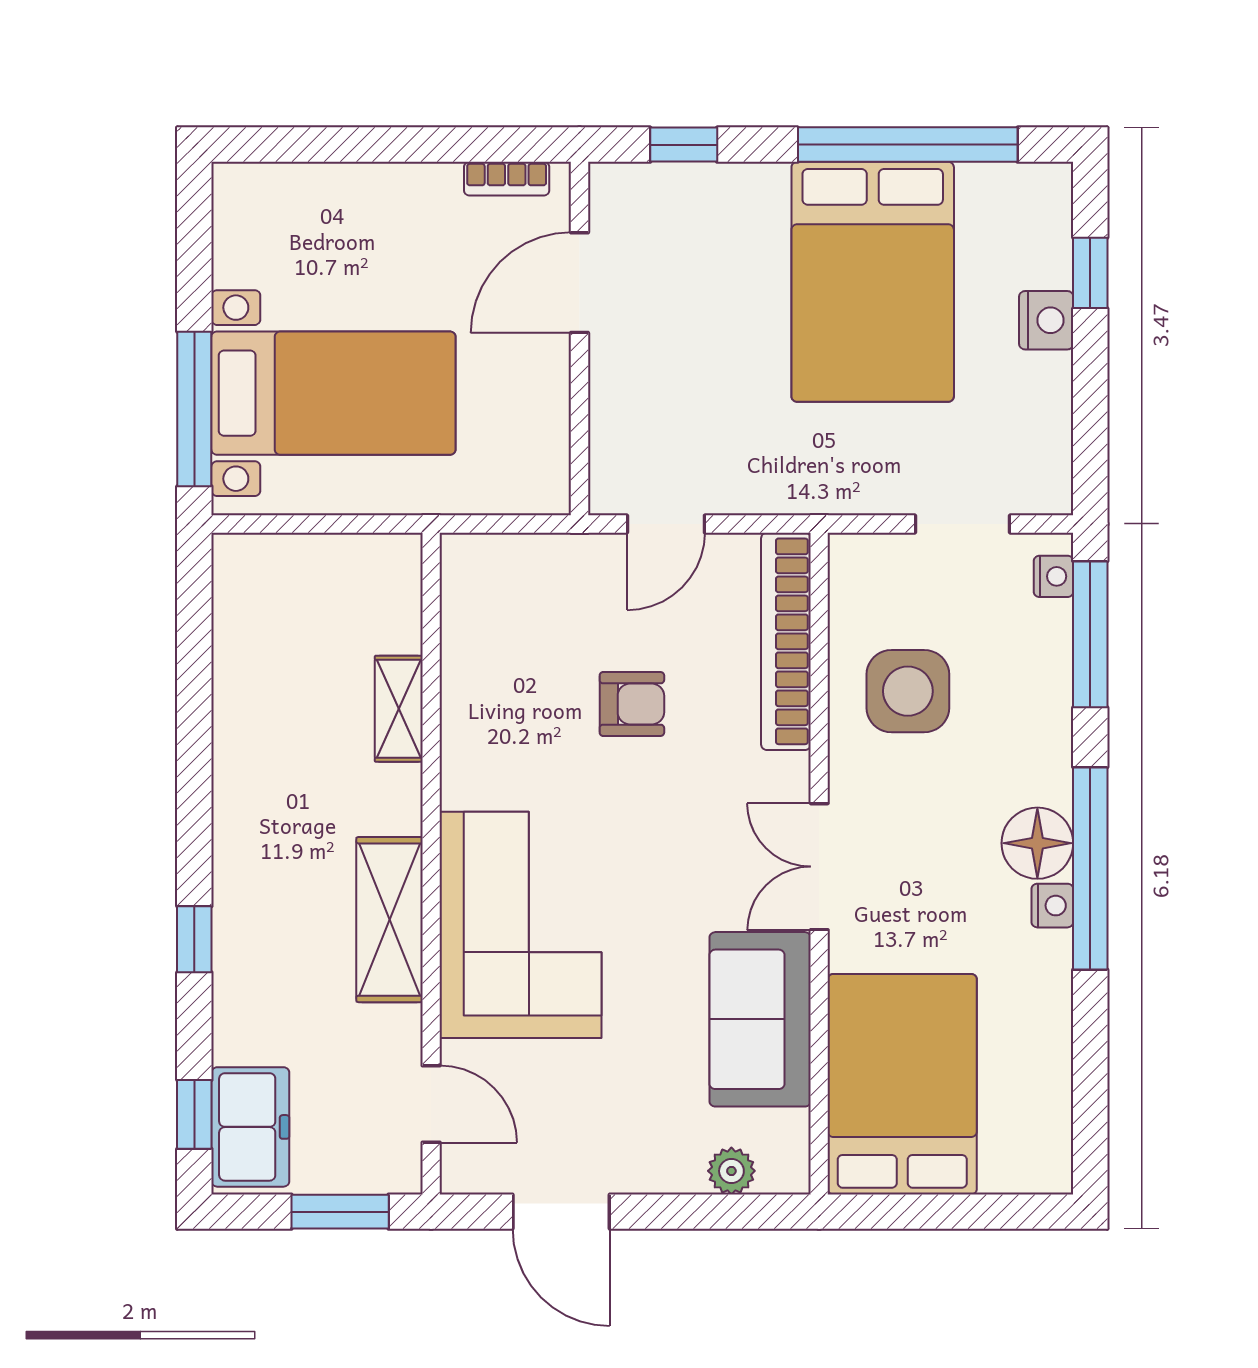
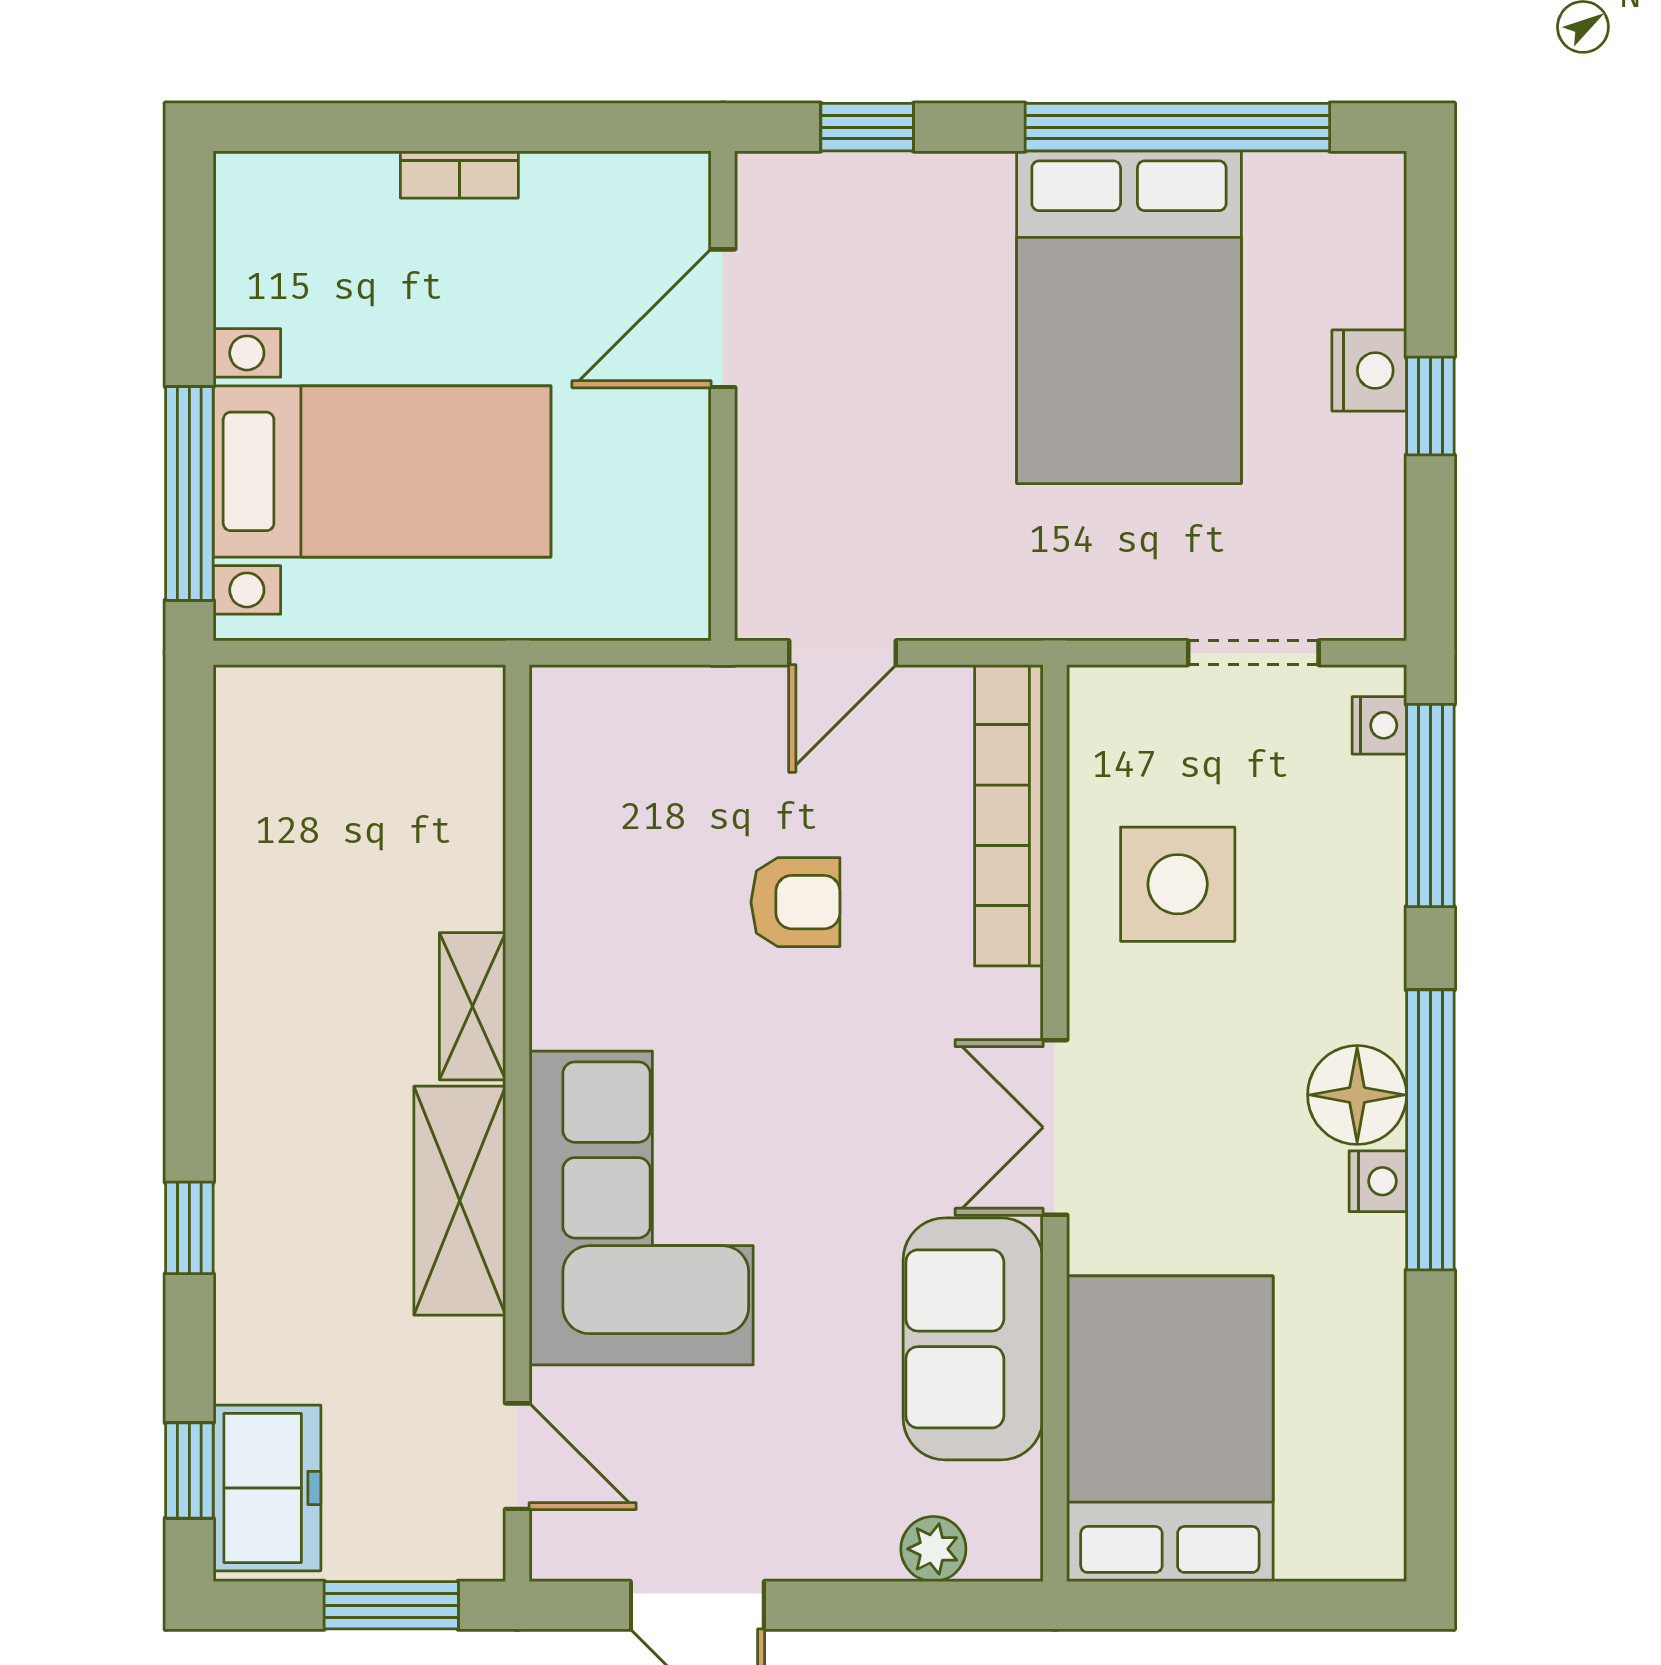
bookcase: (507, 179) -> (459, 174), moved
window: (1090, 273) -> (1430, 406), moved
shelving: (399, 709) -> (472, 1006), moved

